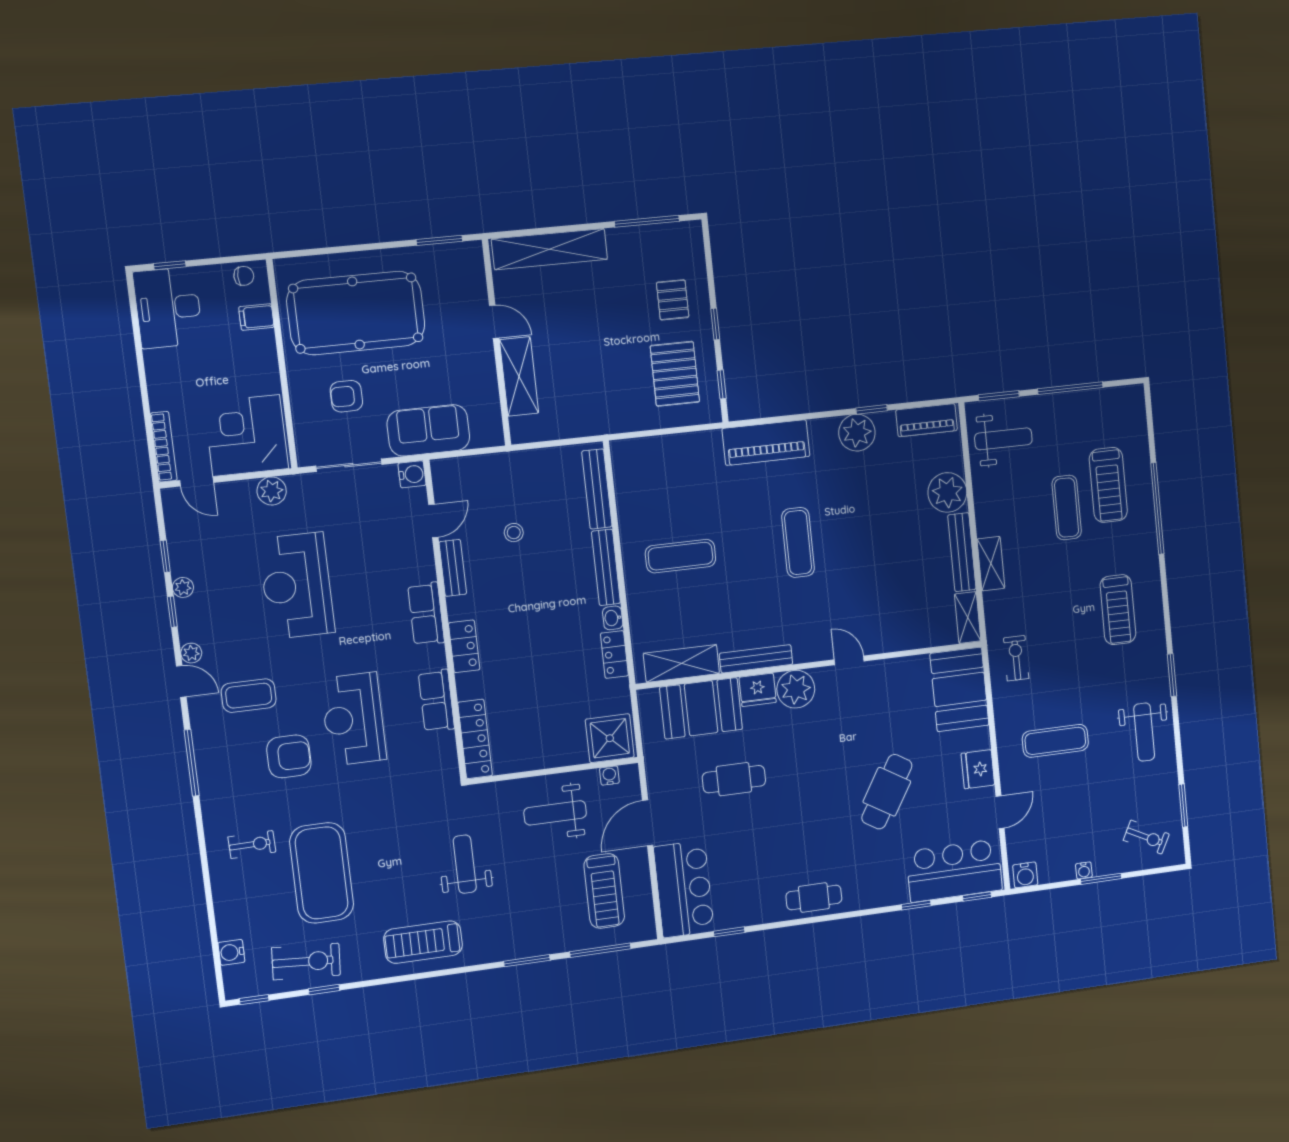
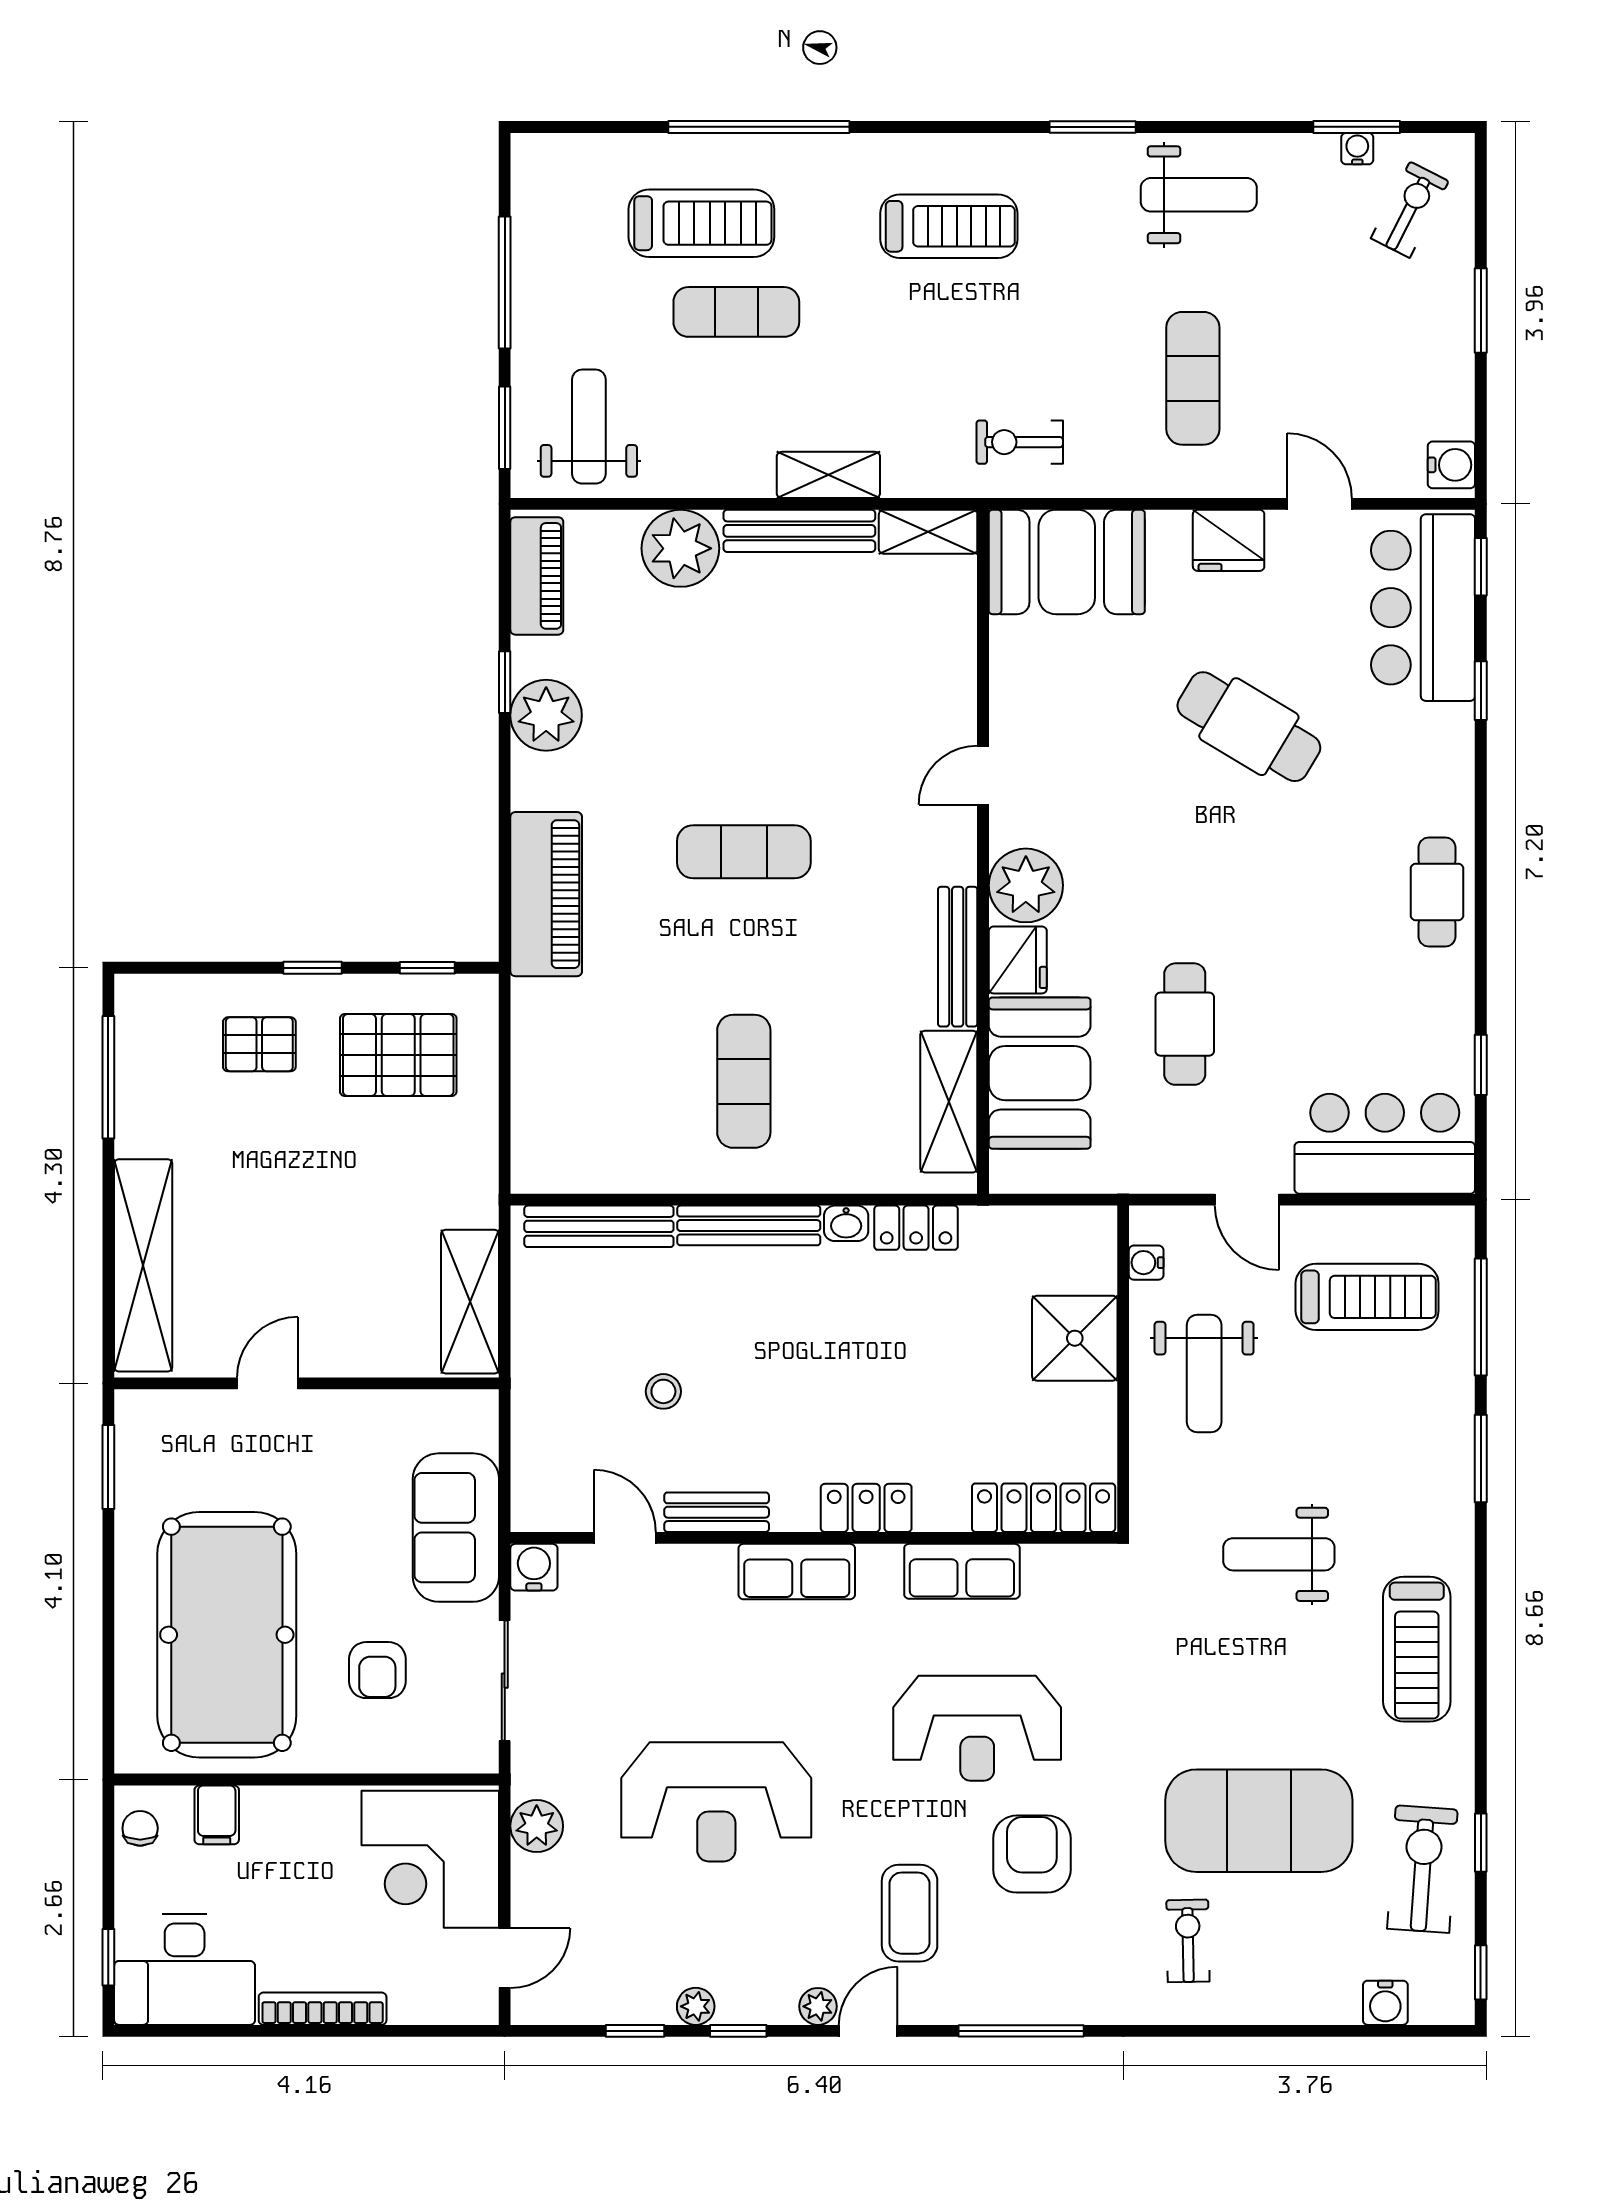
shelving: (519, 376) -> (470, 1302), moved, turned 90
bookcase: (164, 447) -> (323, 2009), moved
shower: (610, 738) -> (1075, 1338), moved
door: (648, 823) -> (1247, 1200), width x0.73
water cooler: (1084, 870) -> (1357, 149), moved, turned -90

